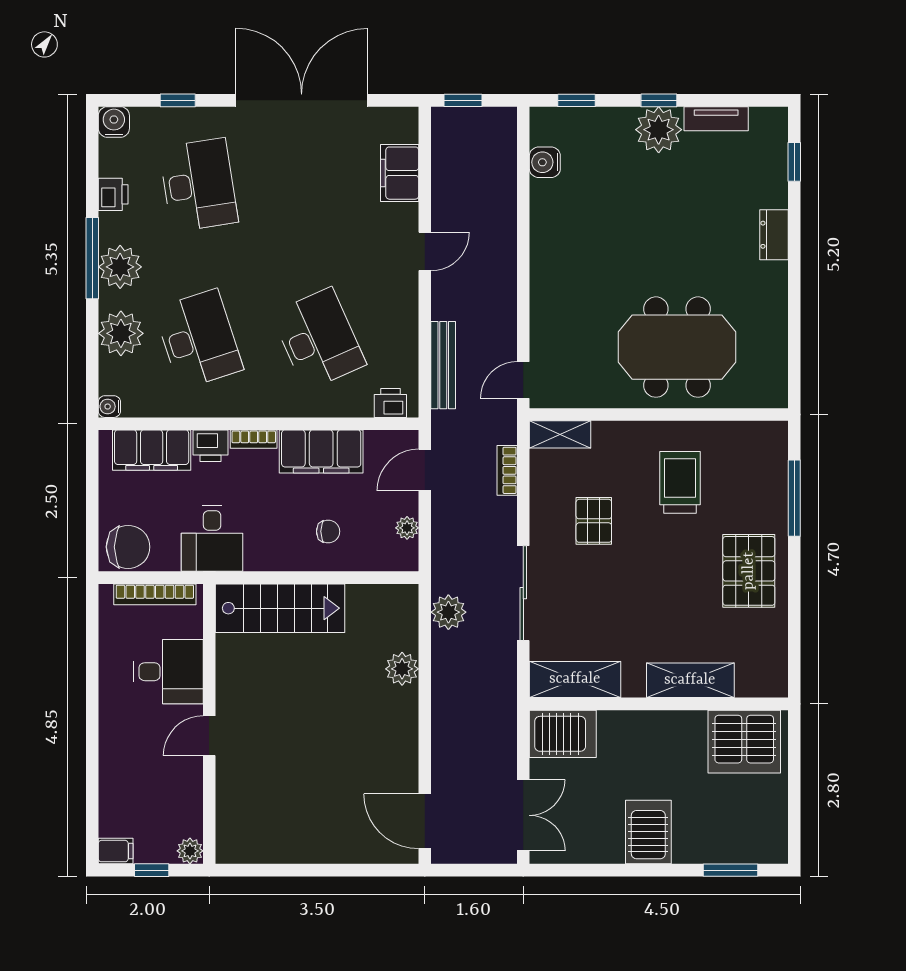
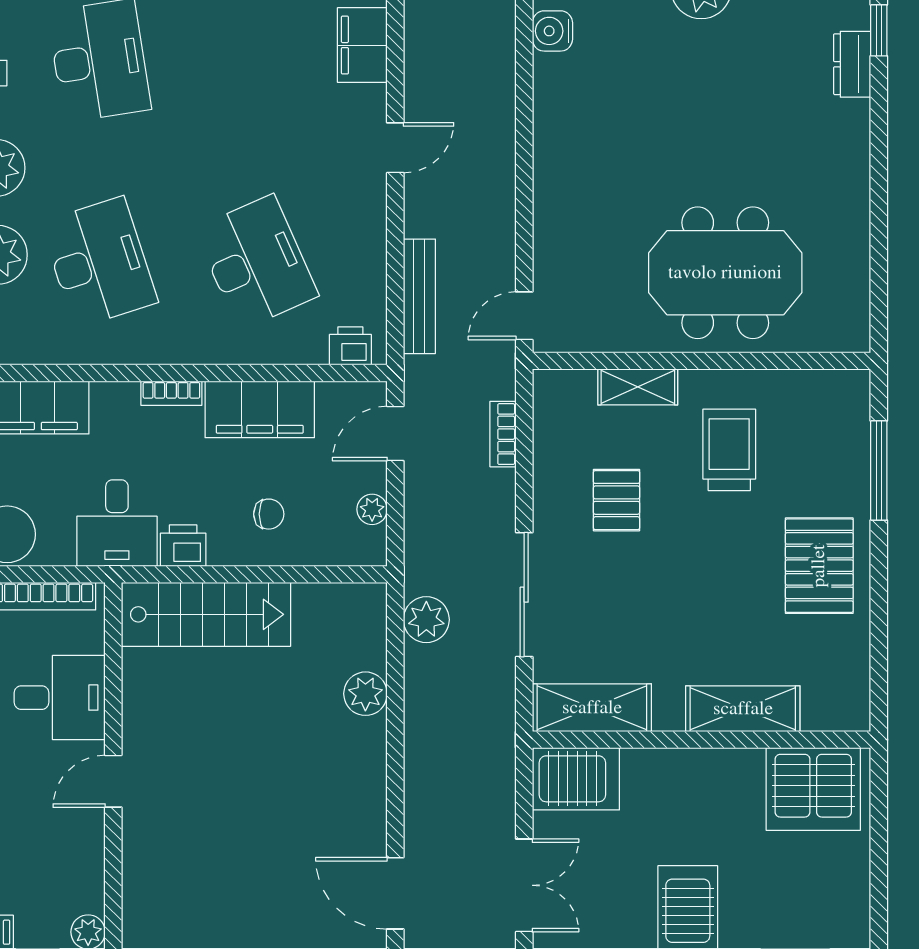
dresser: (774, 235) -> (852, 64), moved
shelving: (560, 434) -> (638, 387), moved
printer: (211, 446) -> (183, 546), moved, turned 180

